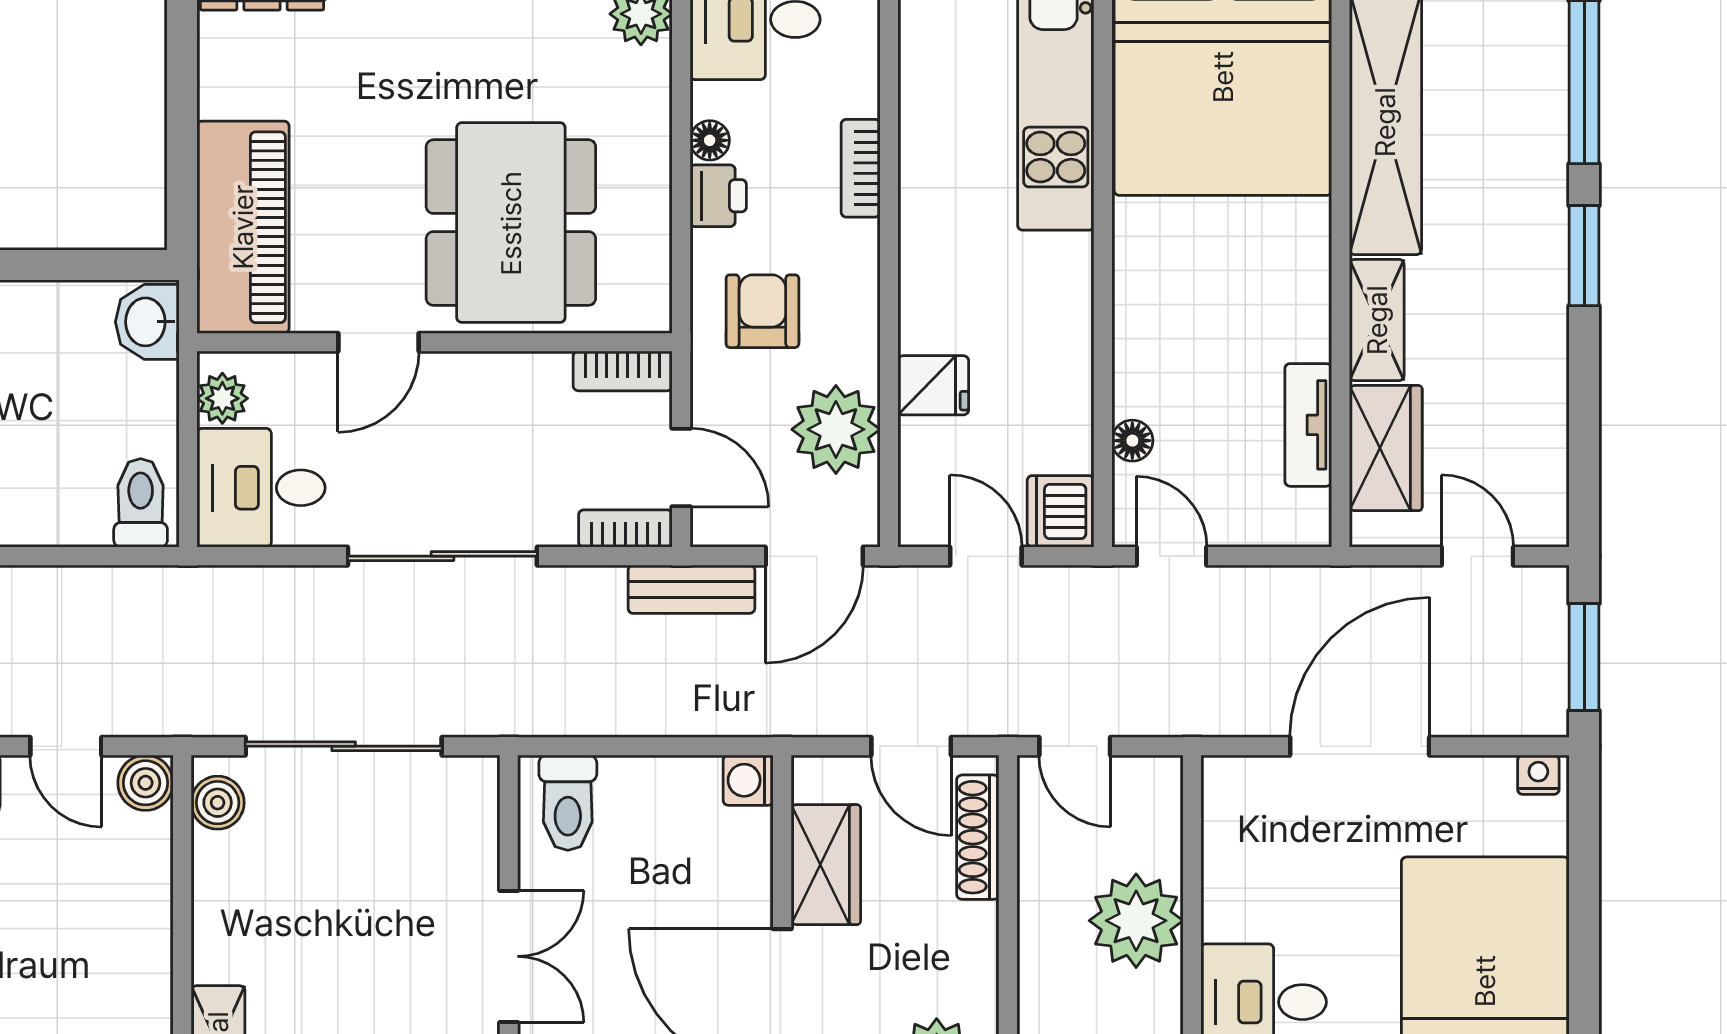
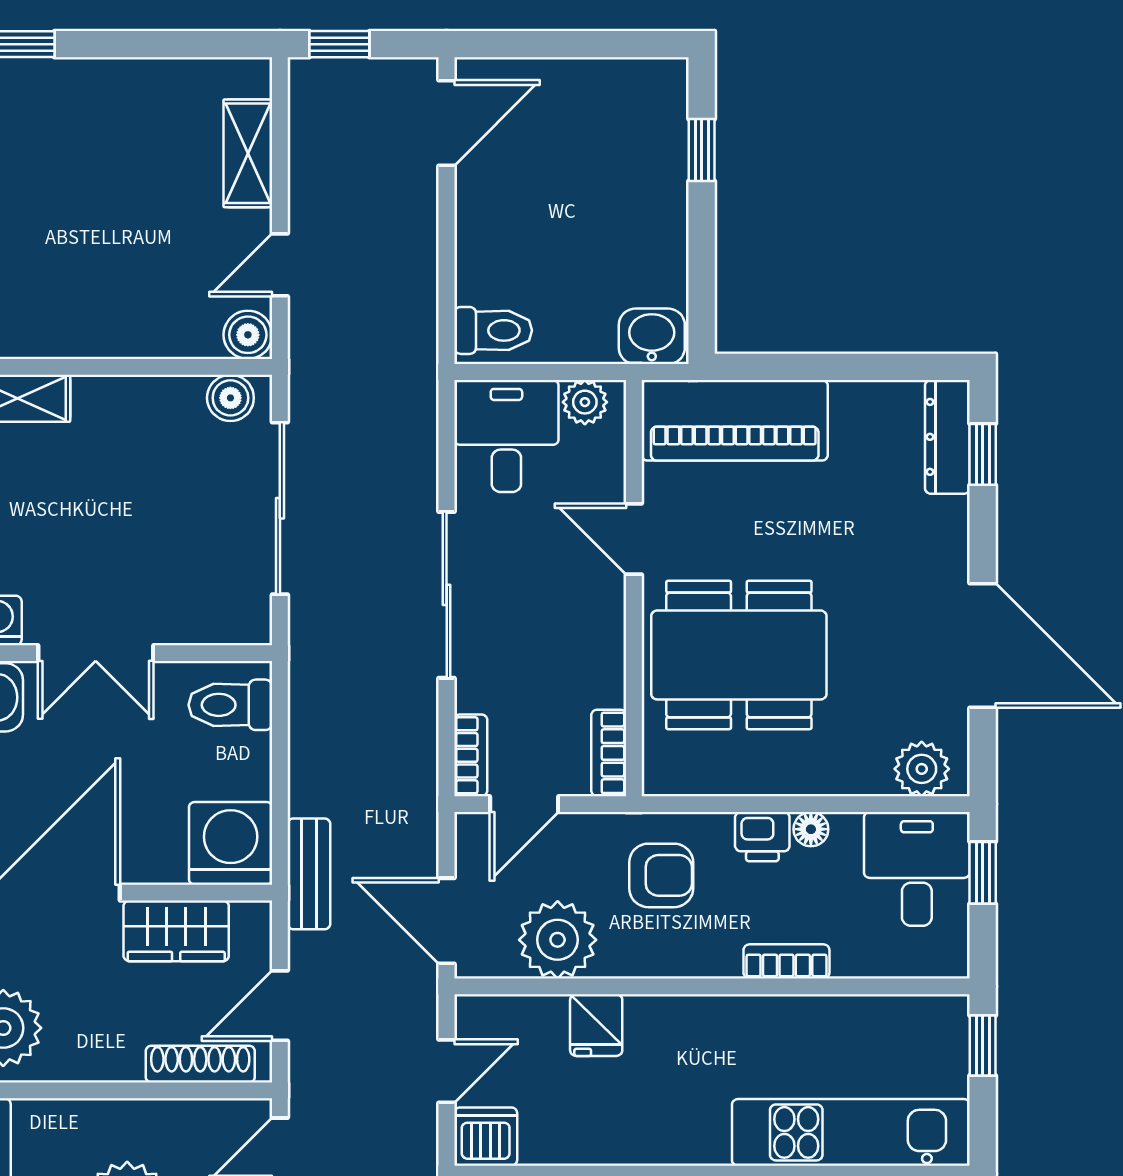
bench: (691, 589) -> (309, 874), moved
washing machine: (748, 780) -> (231, 843), width x1.89, depth x1.89

